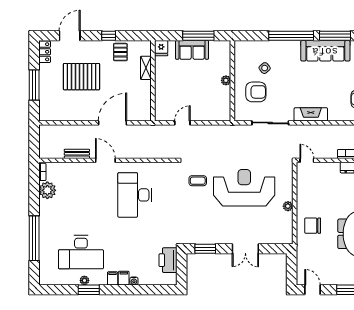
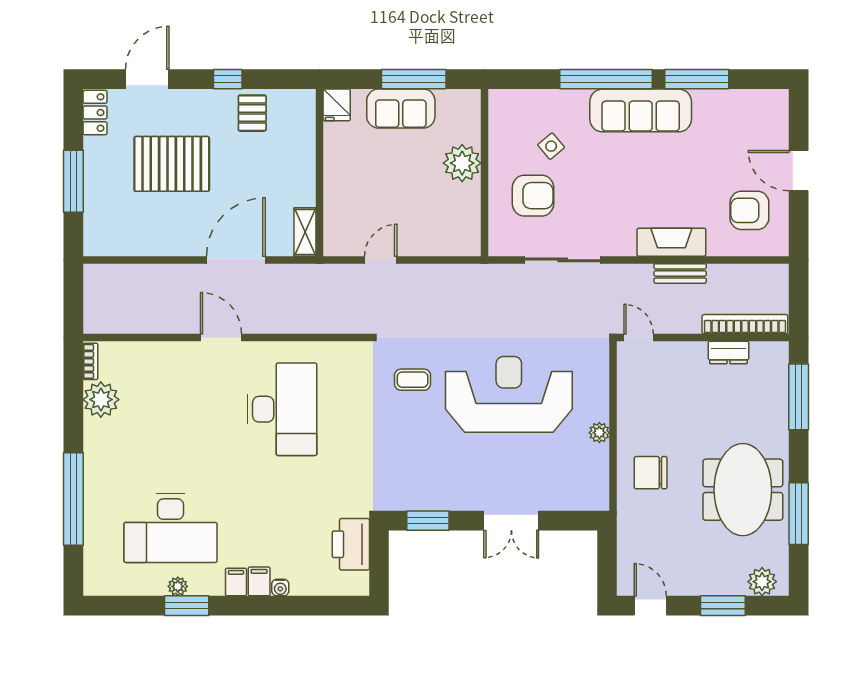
sofa: (325, 51) -> (641, 110), moved
shelving: (146, 68) -> (305, 232), moved
plant: (226, 80) -> (462, 163), width x1.87, depth x1.87
fireplace: (311, 114) -> (671, 242), moved
bench: (77, 154) -> (680, 273), moved
desk: (135, 195) -> (282, 409), turned 180

